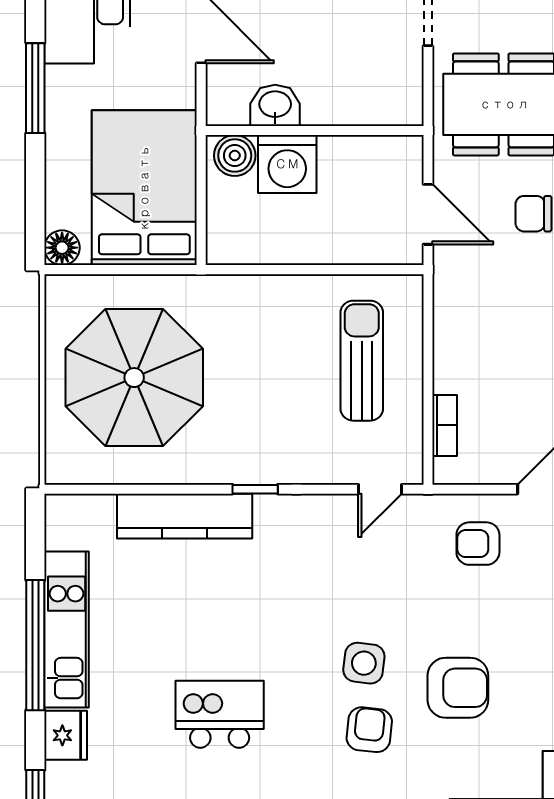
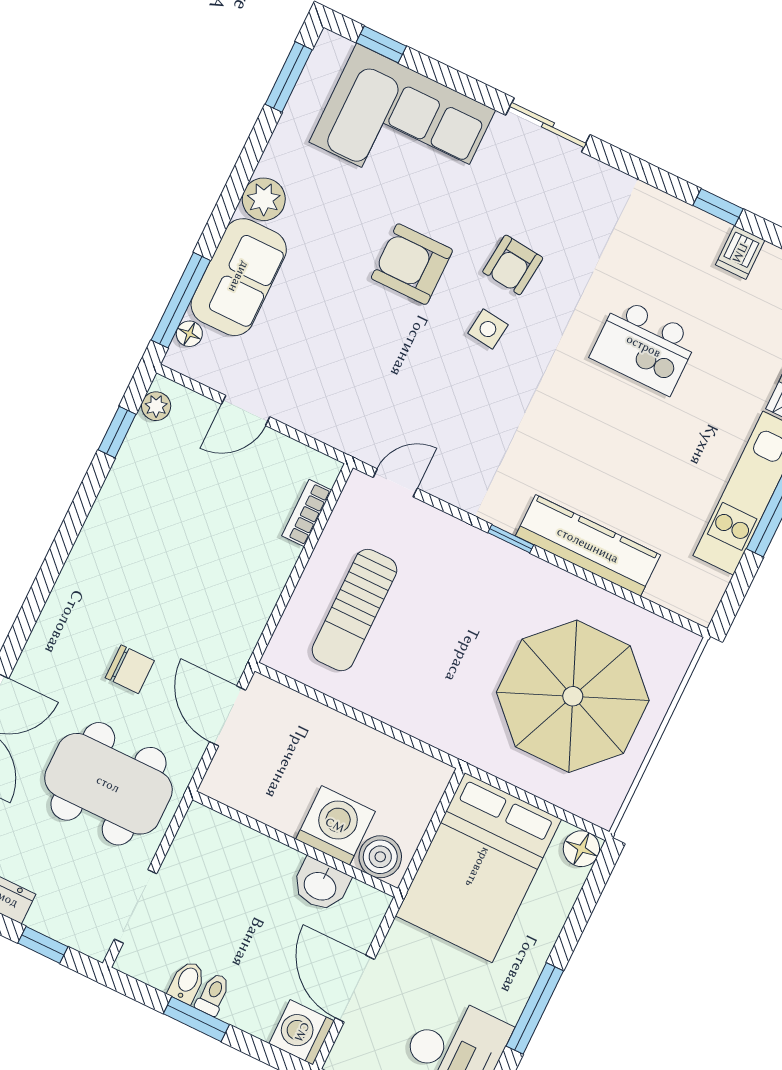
armchair: (478, 544) -> (329, 389), removed
side table: (364, 663) -> (488, 329), width x0.73, depth x0.73

